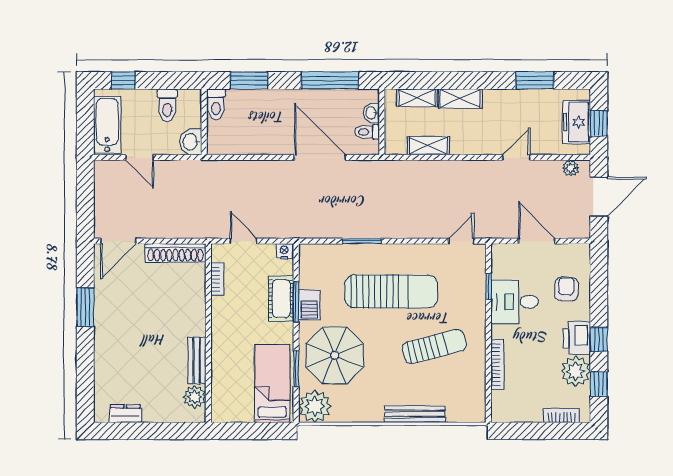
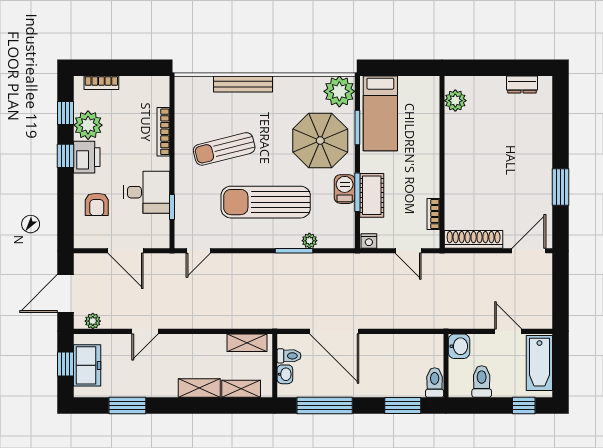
shelving: (428, 146) -> (247, 343), moved
plant: (346, 251) -> (309, 241), added
bench: (197, 360) -> (453, 136), removed

